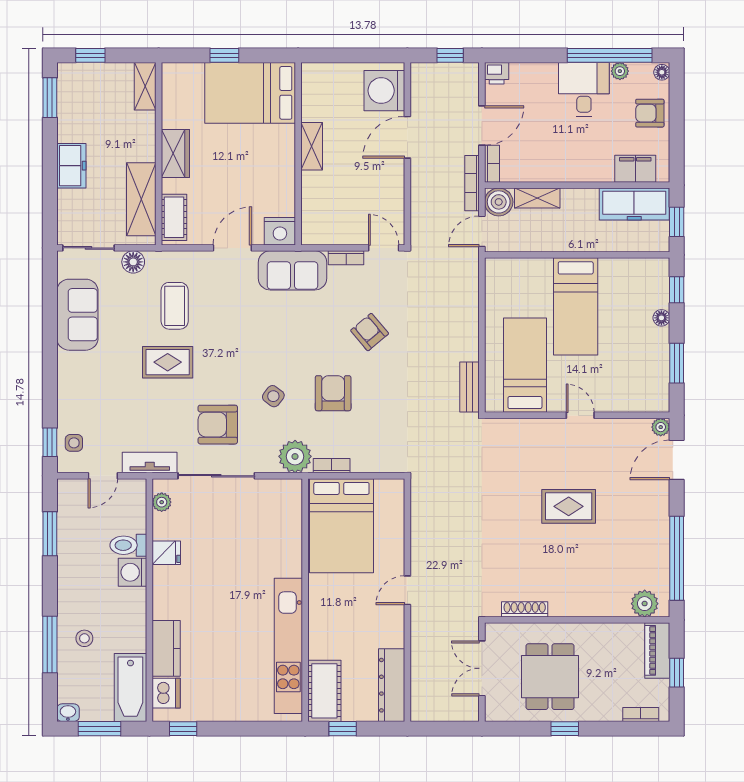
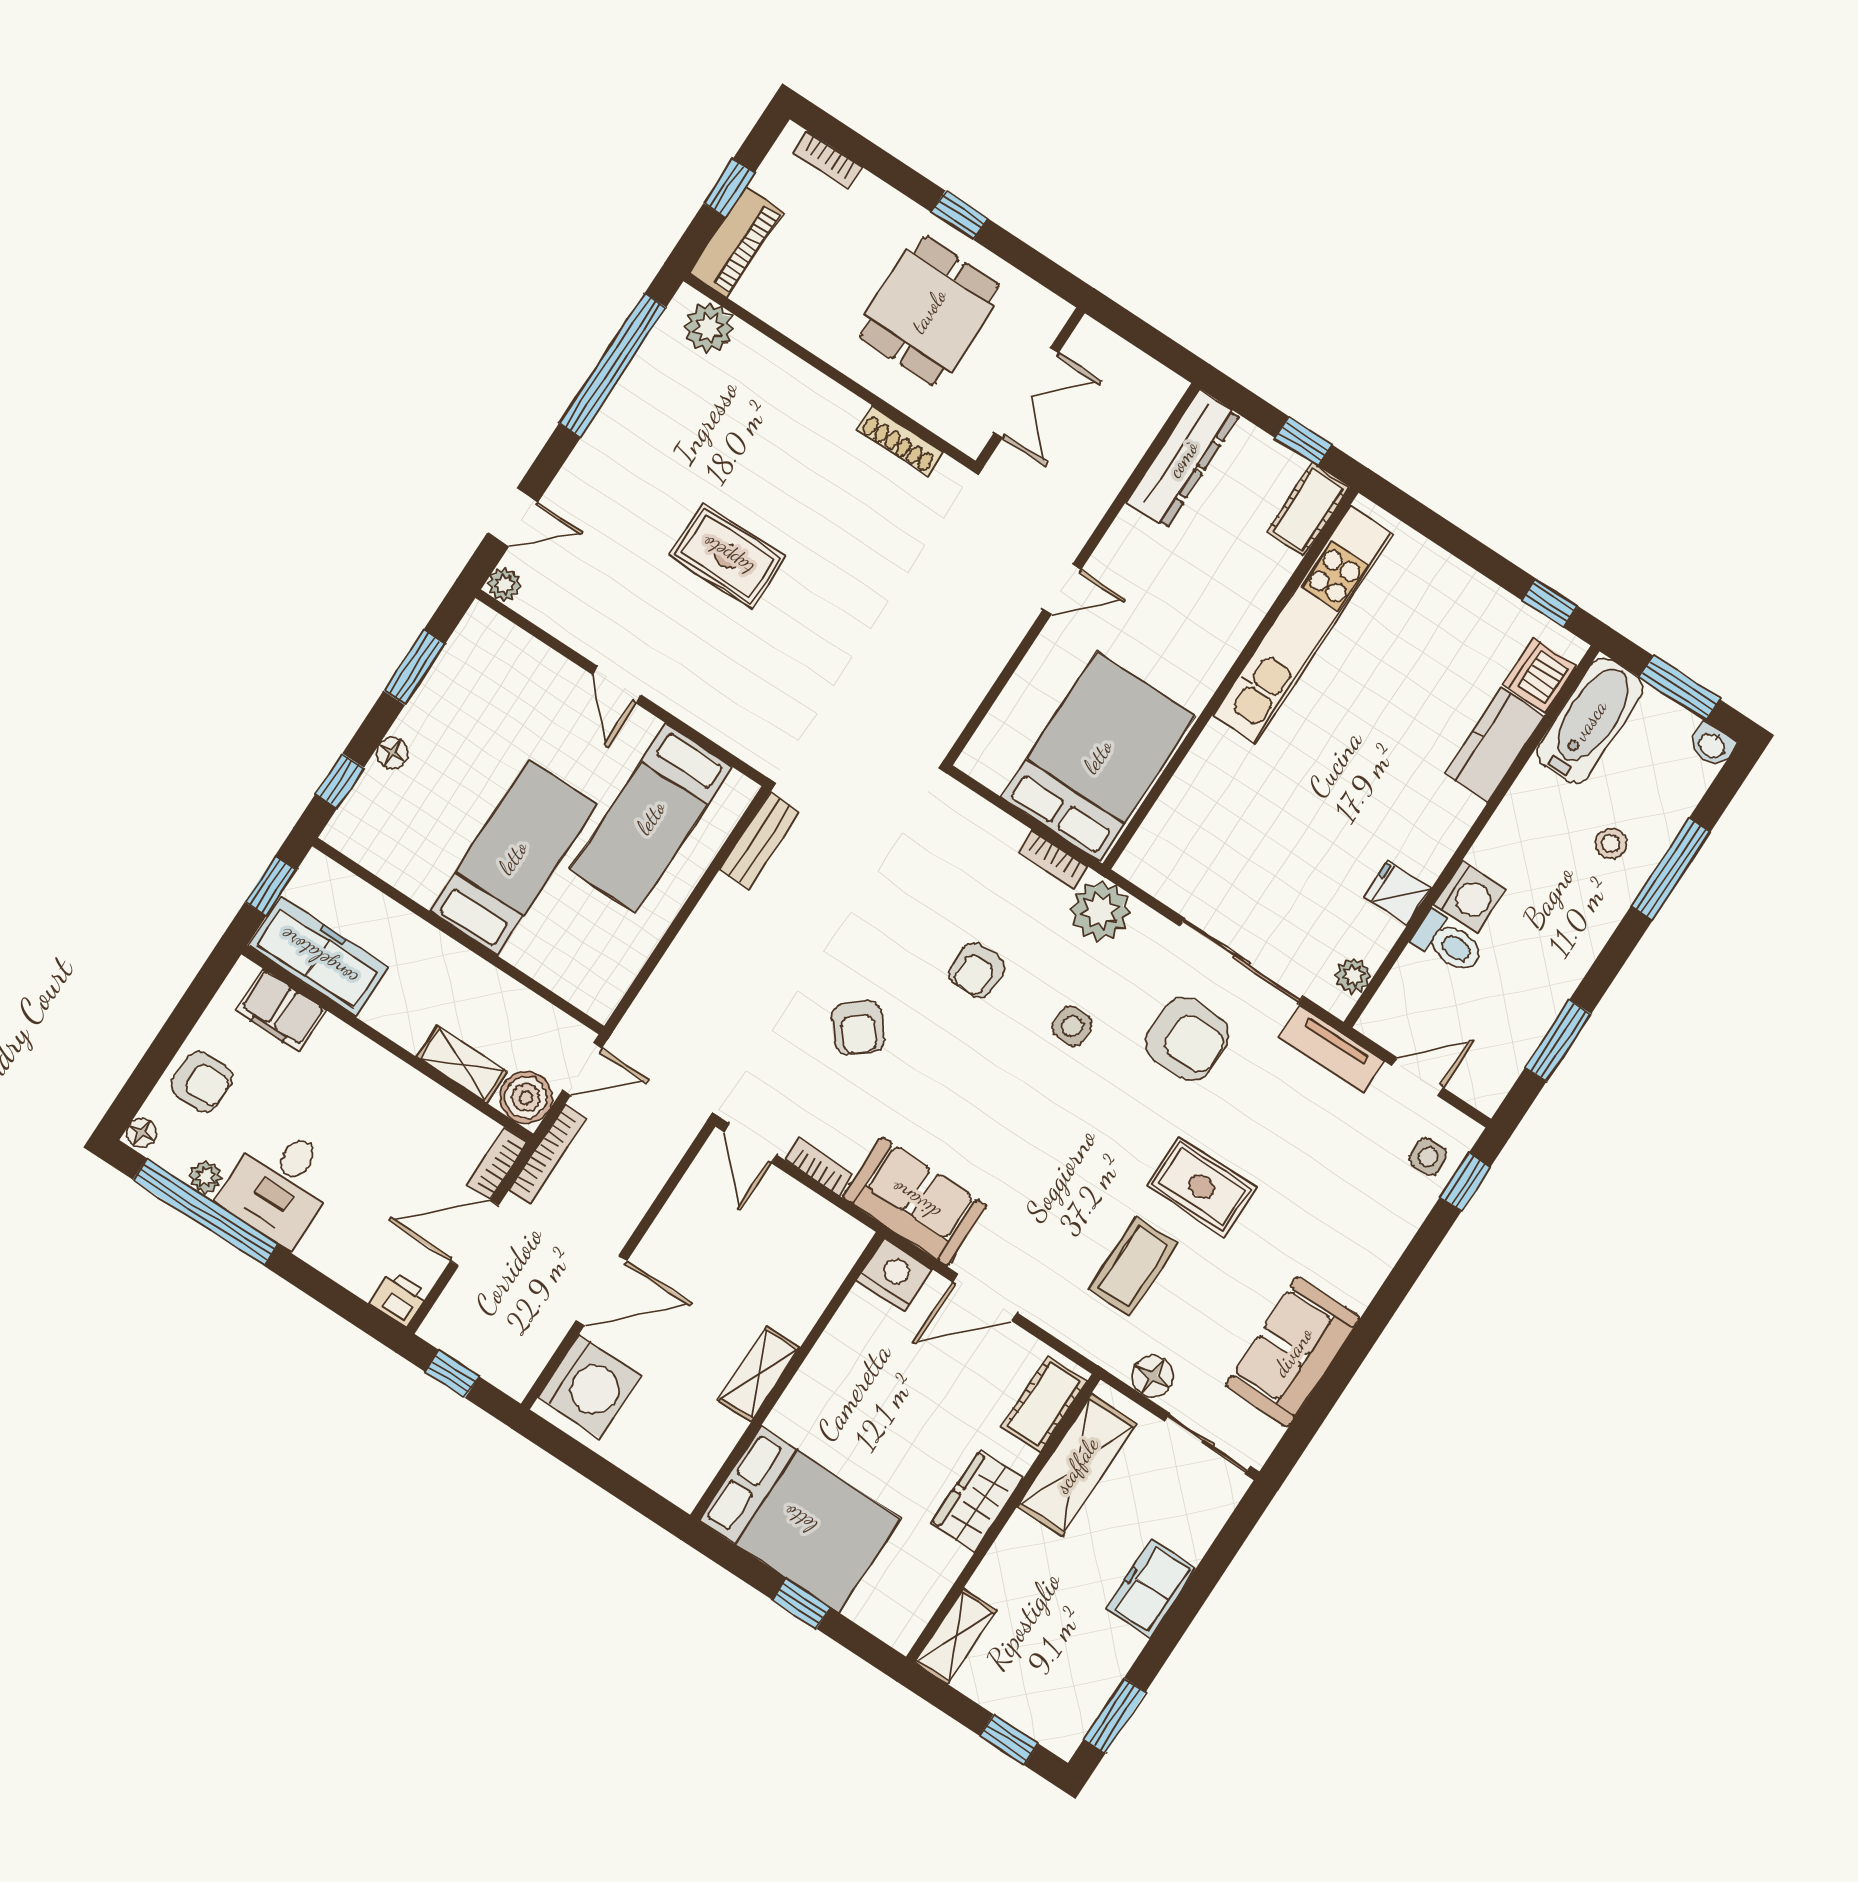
armchair: (333, 393) -> (977, 970), width x0.72, depth x0.72
side table: (273, 396) -> (1072, 1026), turned -37
door: (677, 460) -> (513, 518), width x0.73
cot: (324, 691) -> (1308, 510), width x0.73, depth x0.75

